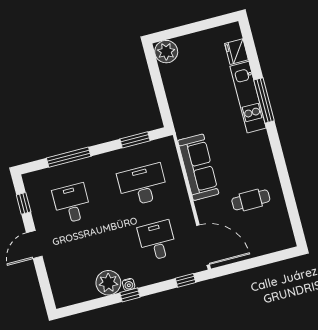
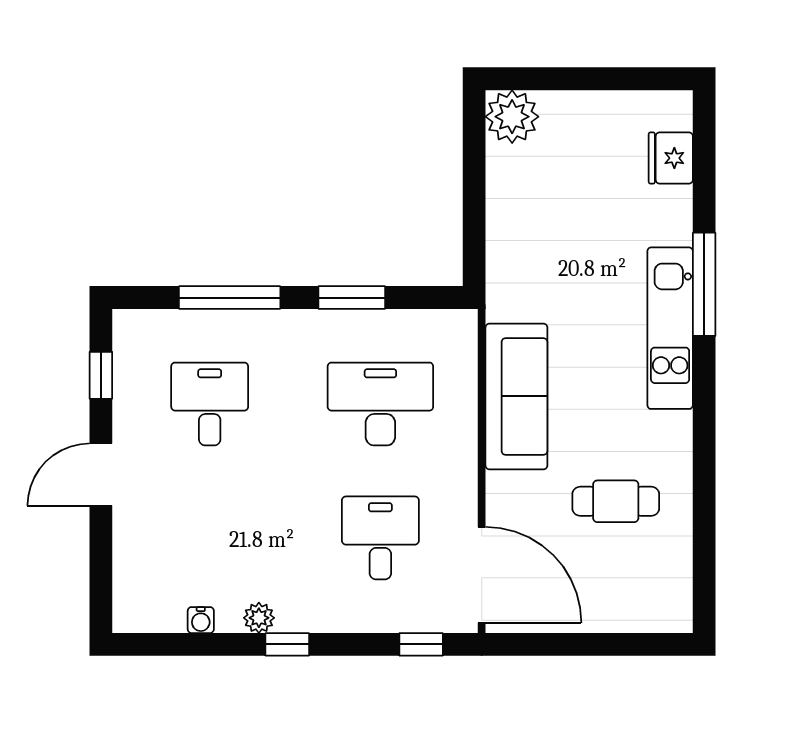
kitchen unit: (248, 97) -> (670, 328), moved
window: (135, 140) -> (352, 298), moved
plant: (108, 283) -> (259, 618), width x0.53, depth x0.53
water cooler: (129, 284) -> (201, 620), moved

